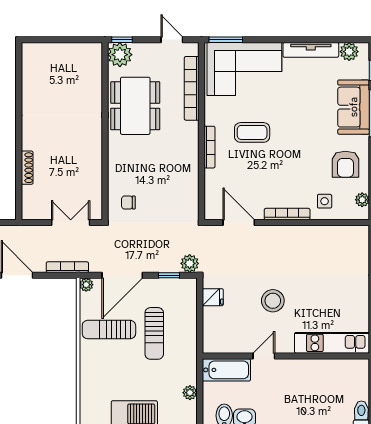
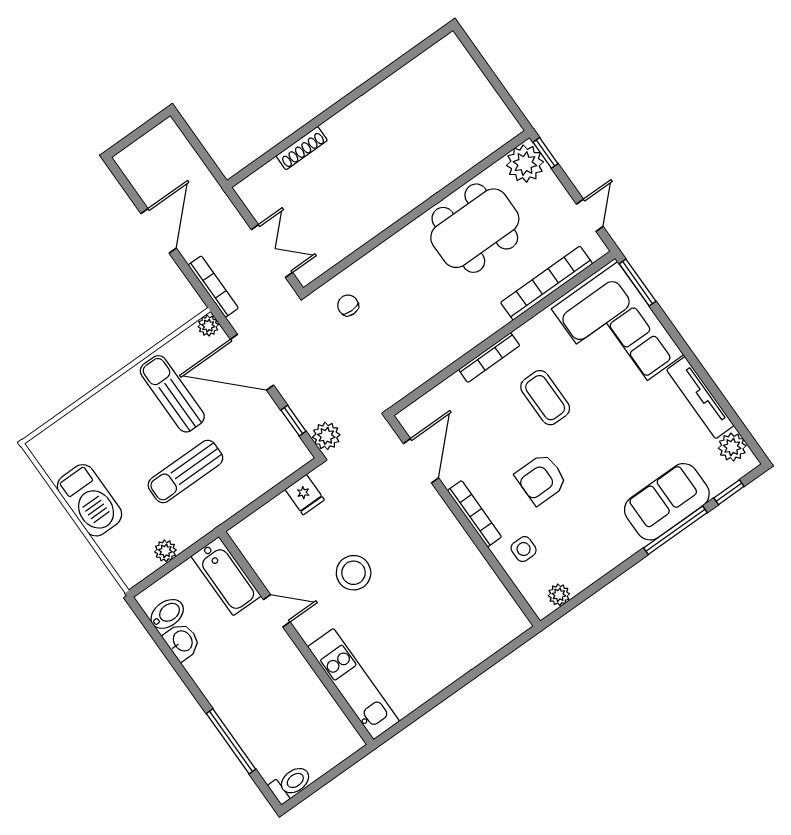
armchair: (345, 164) -> (541, 479), moved
sun lounger: (154, 333) -> (185, 472), moved

